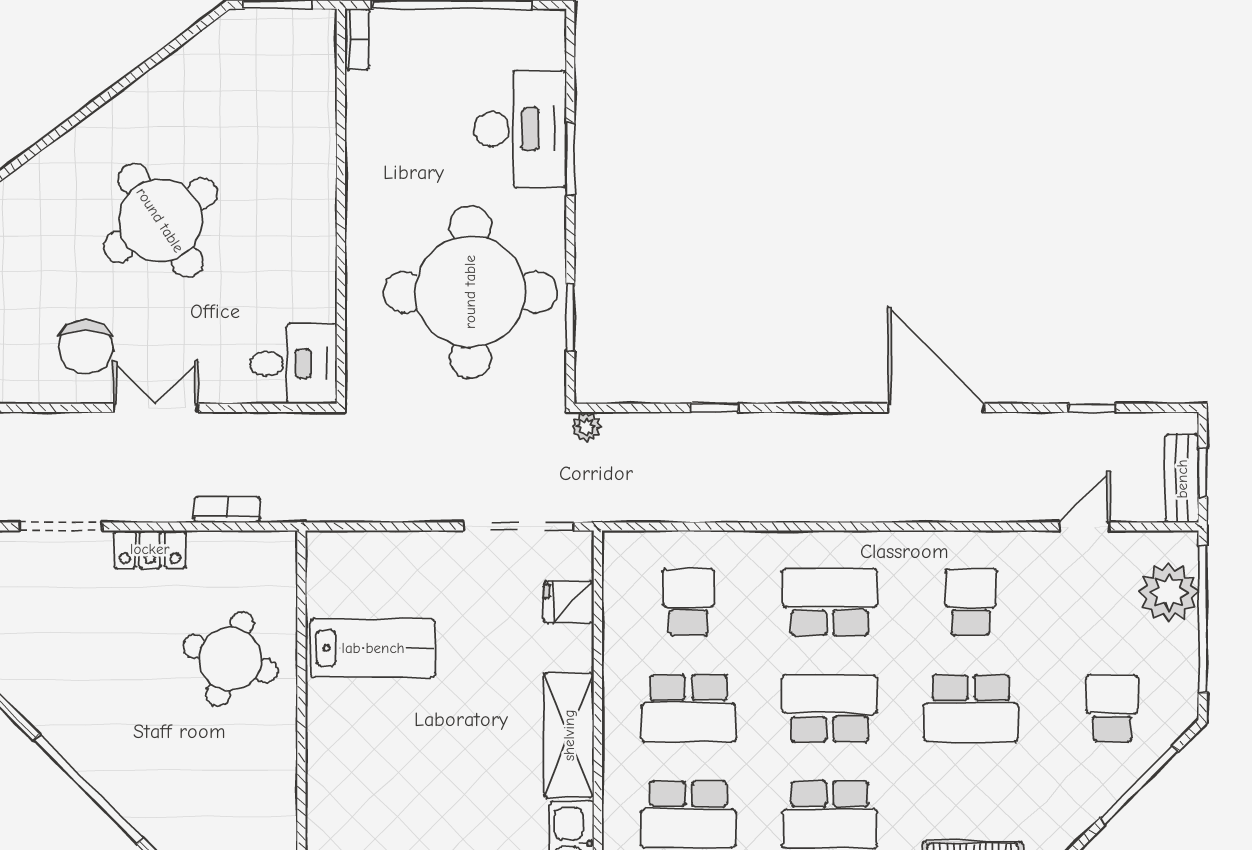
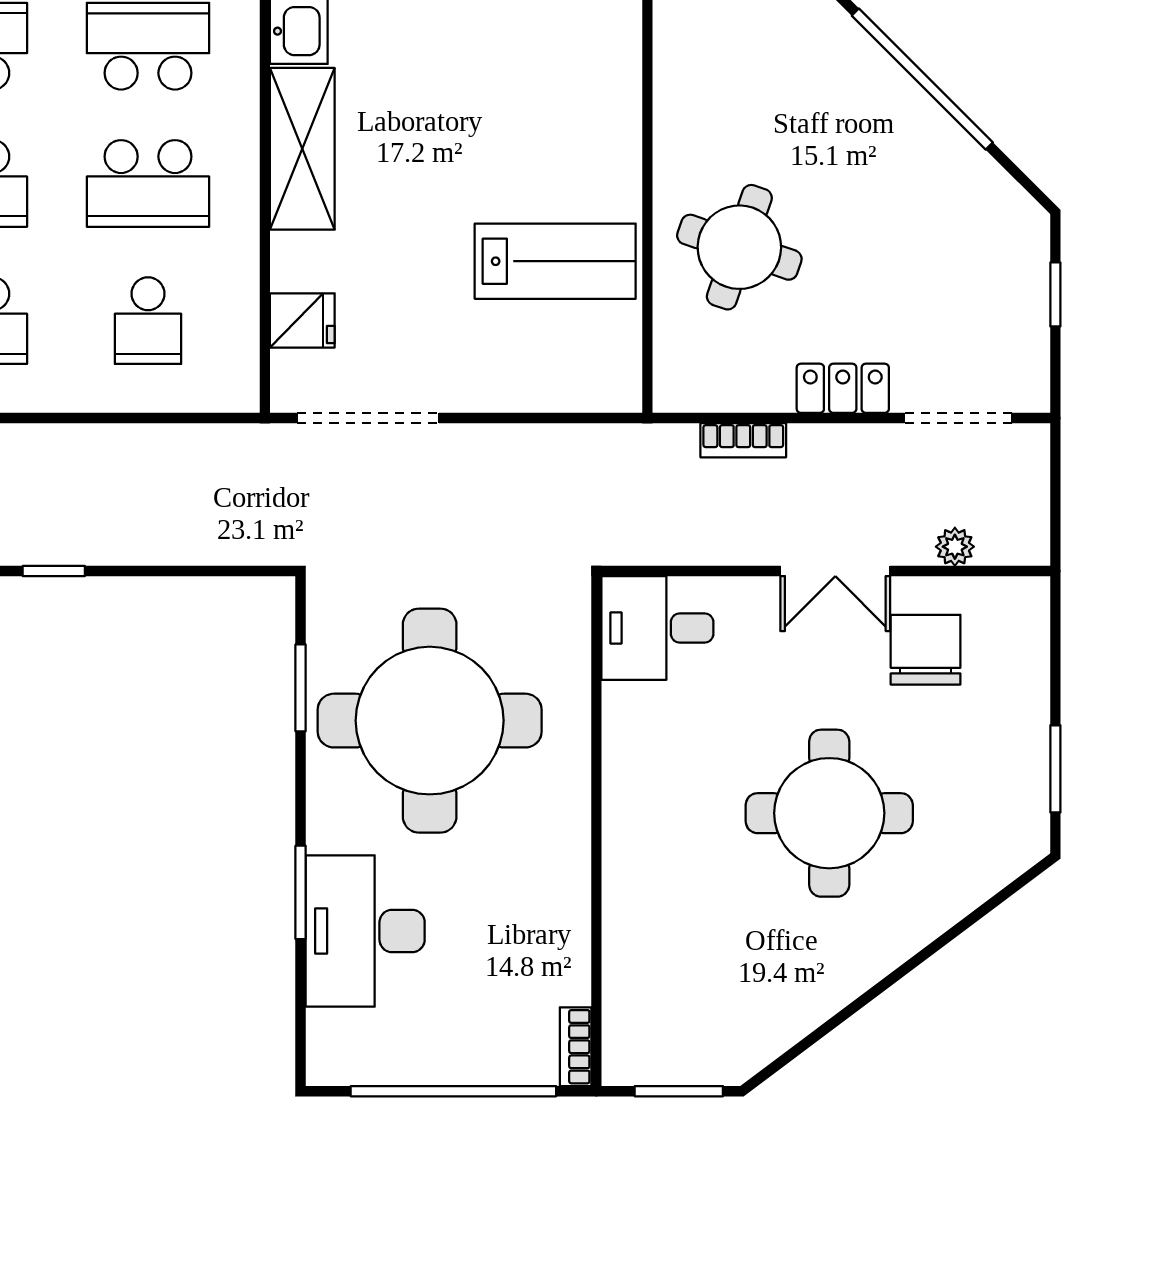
round table: (160, 220) -> (829, 813), turned 33
window: (715, 408) -> (54, 571), moved
plant: (586, 427) -> (955, 547), moved
lab bench: (373, 648) -> (555, 261), turned 180
school desk: (688, 708) -> (148, 183), turned 180

